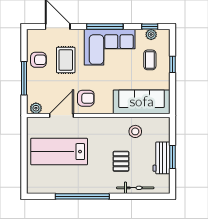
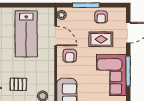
lab bench: (59, 152) -> (26, 34), turned 180

